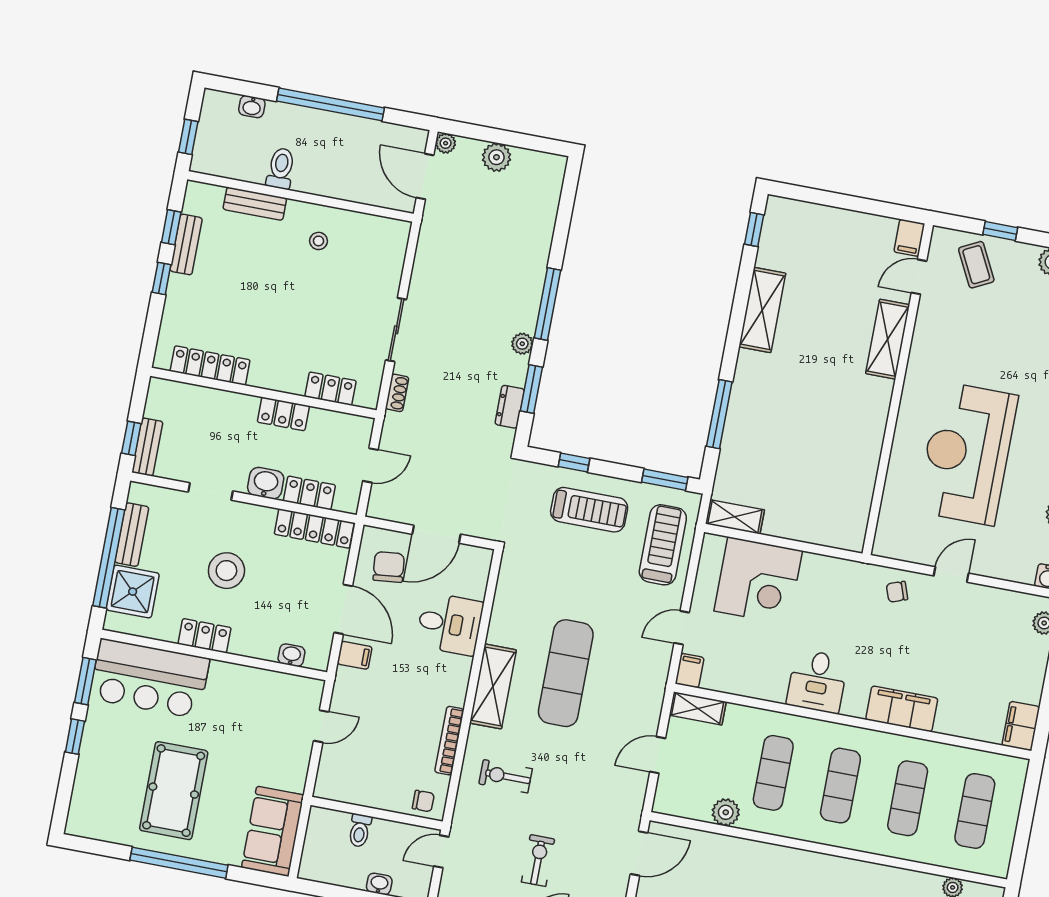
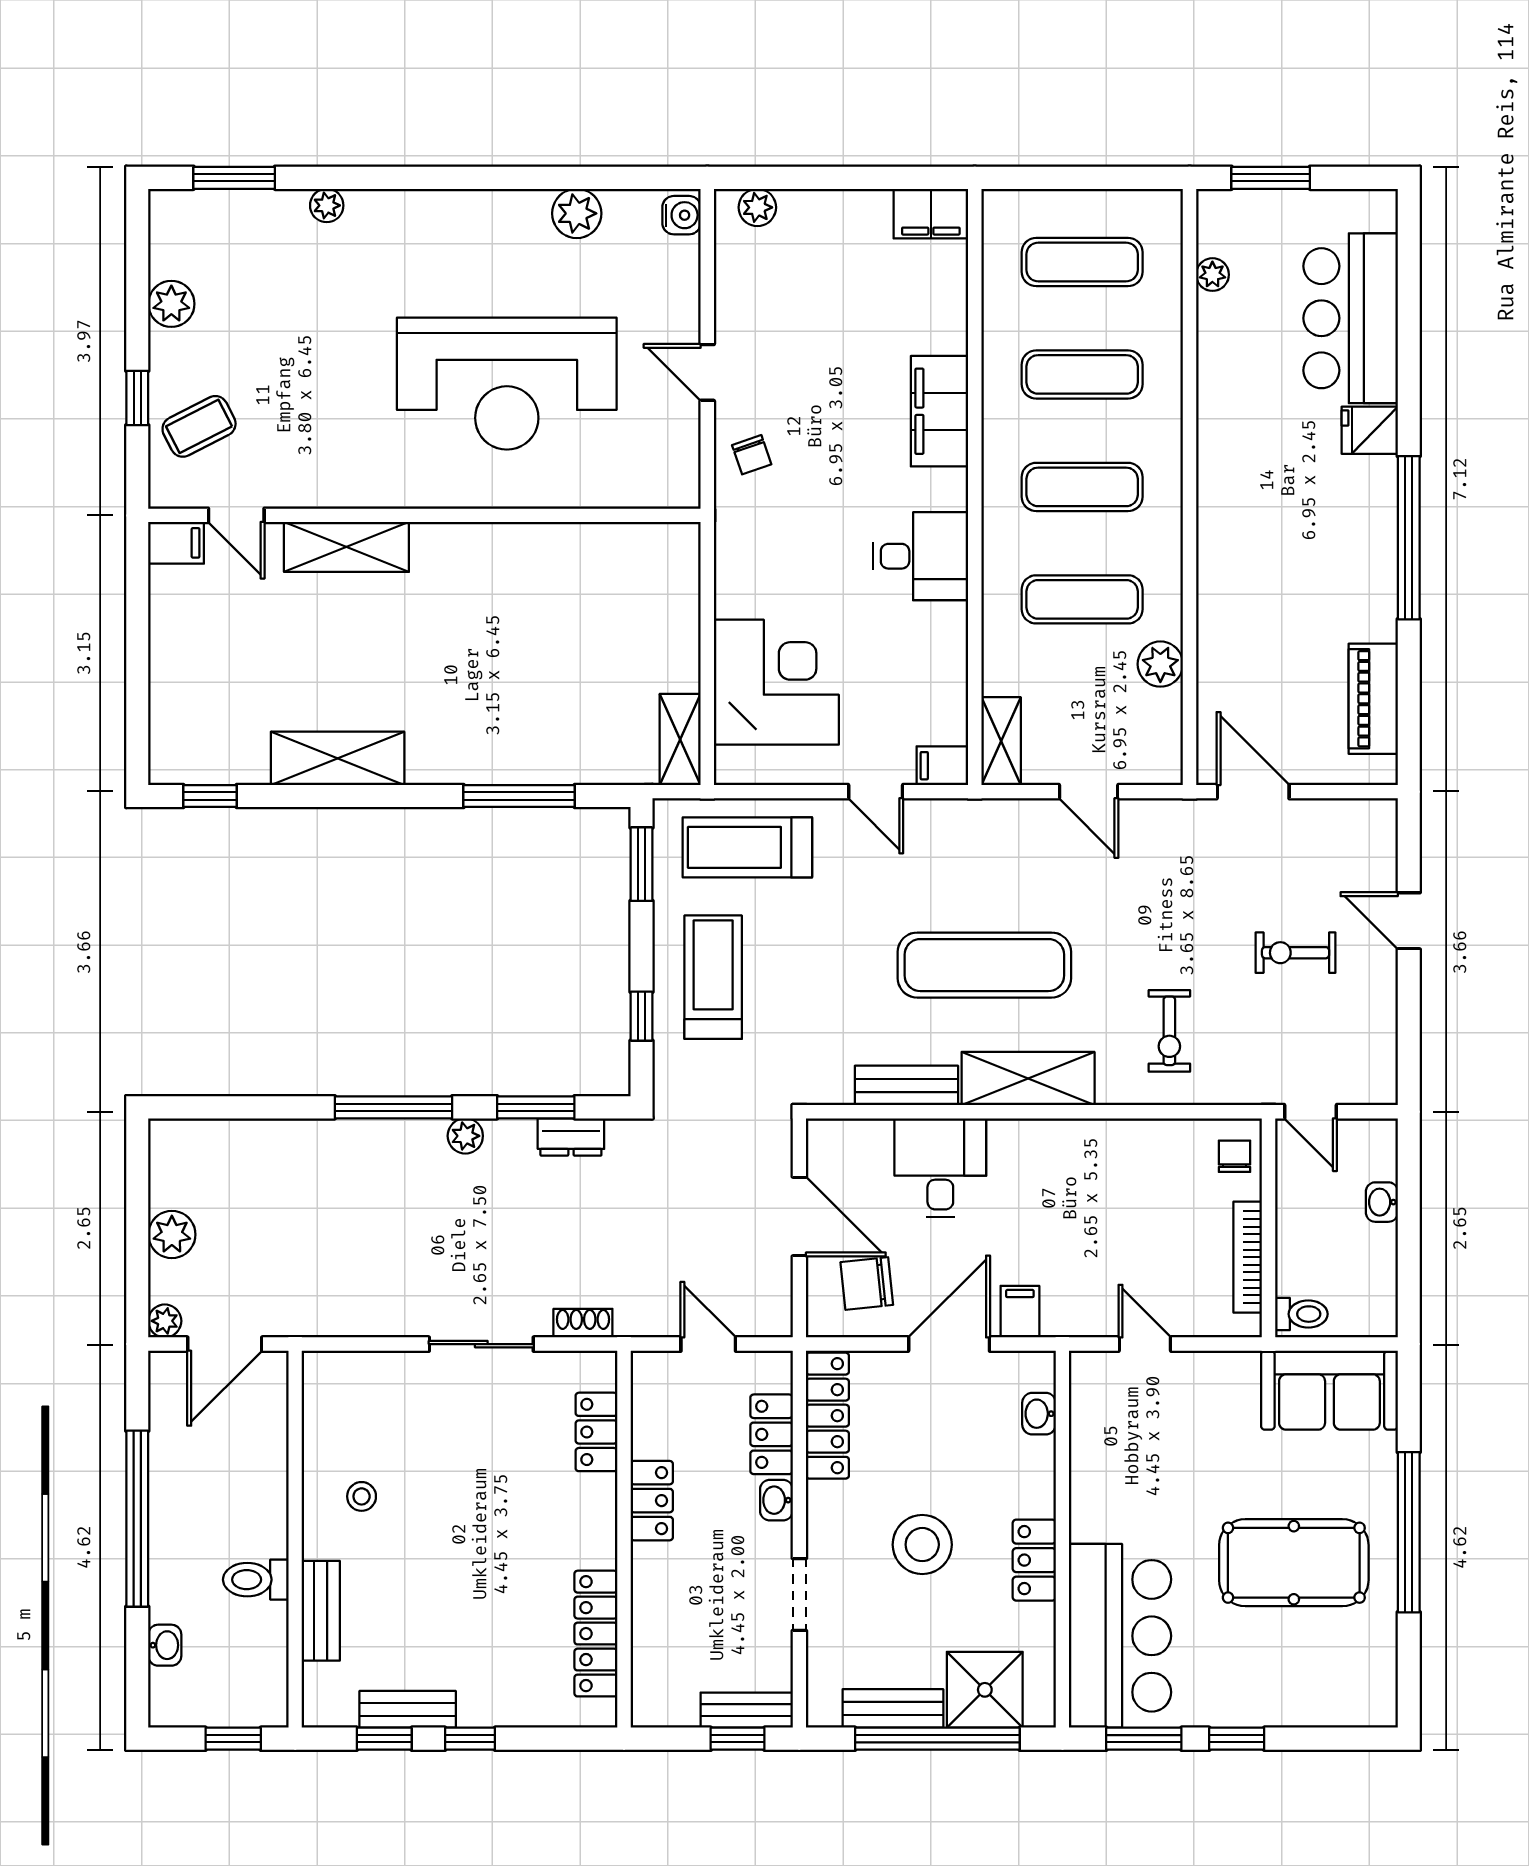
washbasin: (266, 483) -> (776, 1500), width x0.72, depth x0.69
bench: (503, 613) -> (906, 1085), added
bookcase: (449, 741) -> (1248, 1257), moved, turned 90
toilet: (360, 830) -> (1301, 1314), moved

